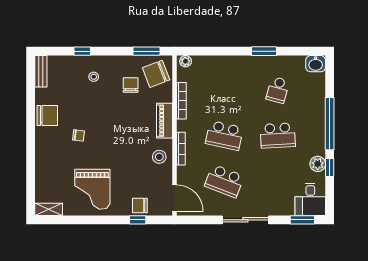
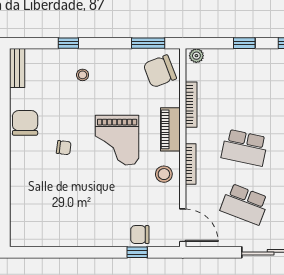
window: (224, 51) -> (244, 43), added
chair: (131, 85) -> (128, 85), removed
chair: (47, 115) -> (25, 123), turned -90
grand piano: (92, 189) -> (117, 140), moved
shelving: (49, 209) -> (27, 239), removed

